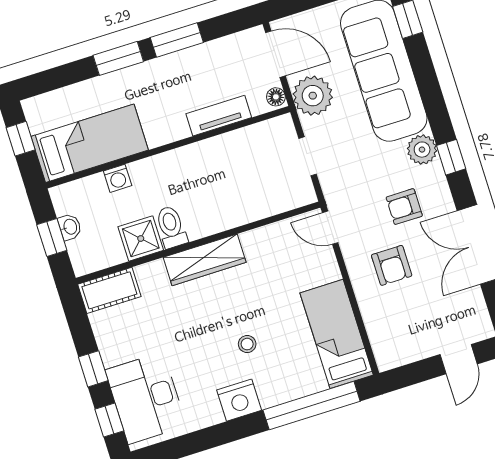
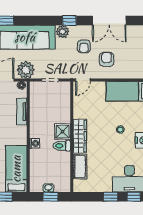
washing machine: (118, 178) -> (35, 143), moved
shower: (141, 238) -> (63, 132), moved
armchair: (392, 265) -> (107, 59), turned -90
cot: (109, 290) -> (80, 166), moved

